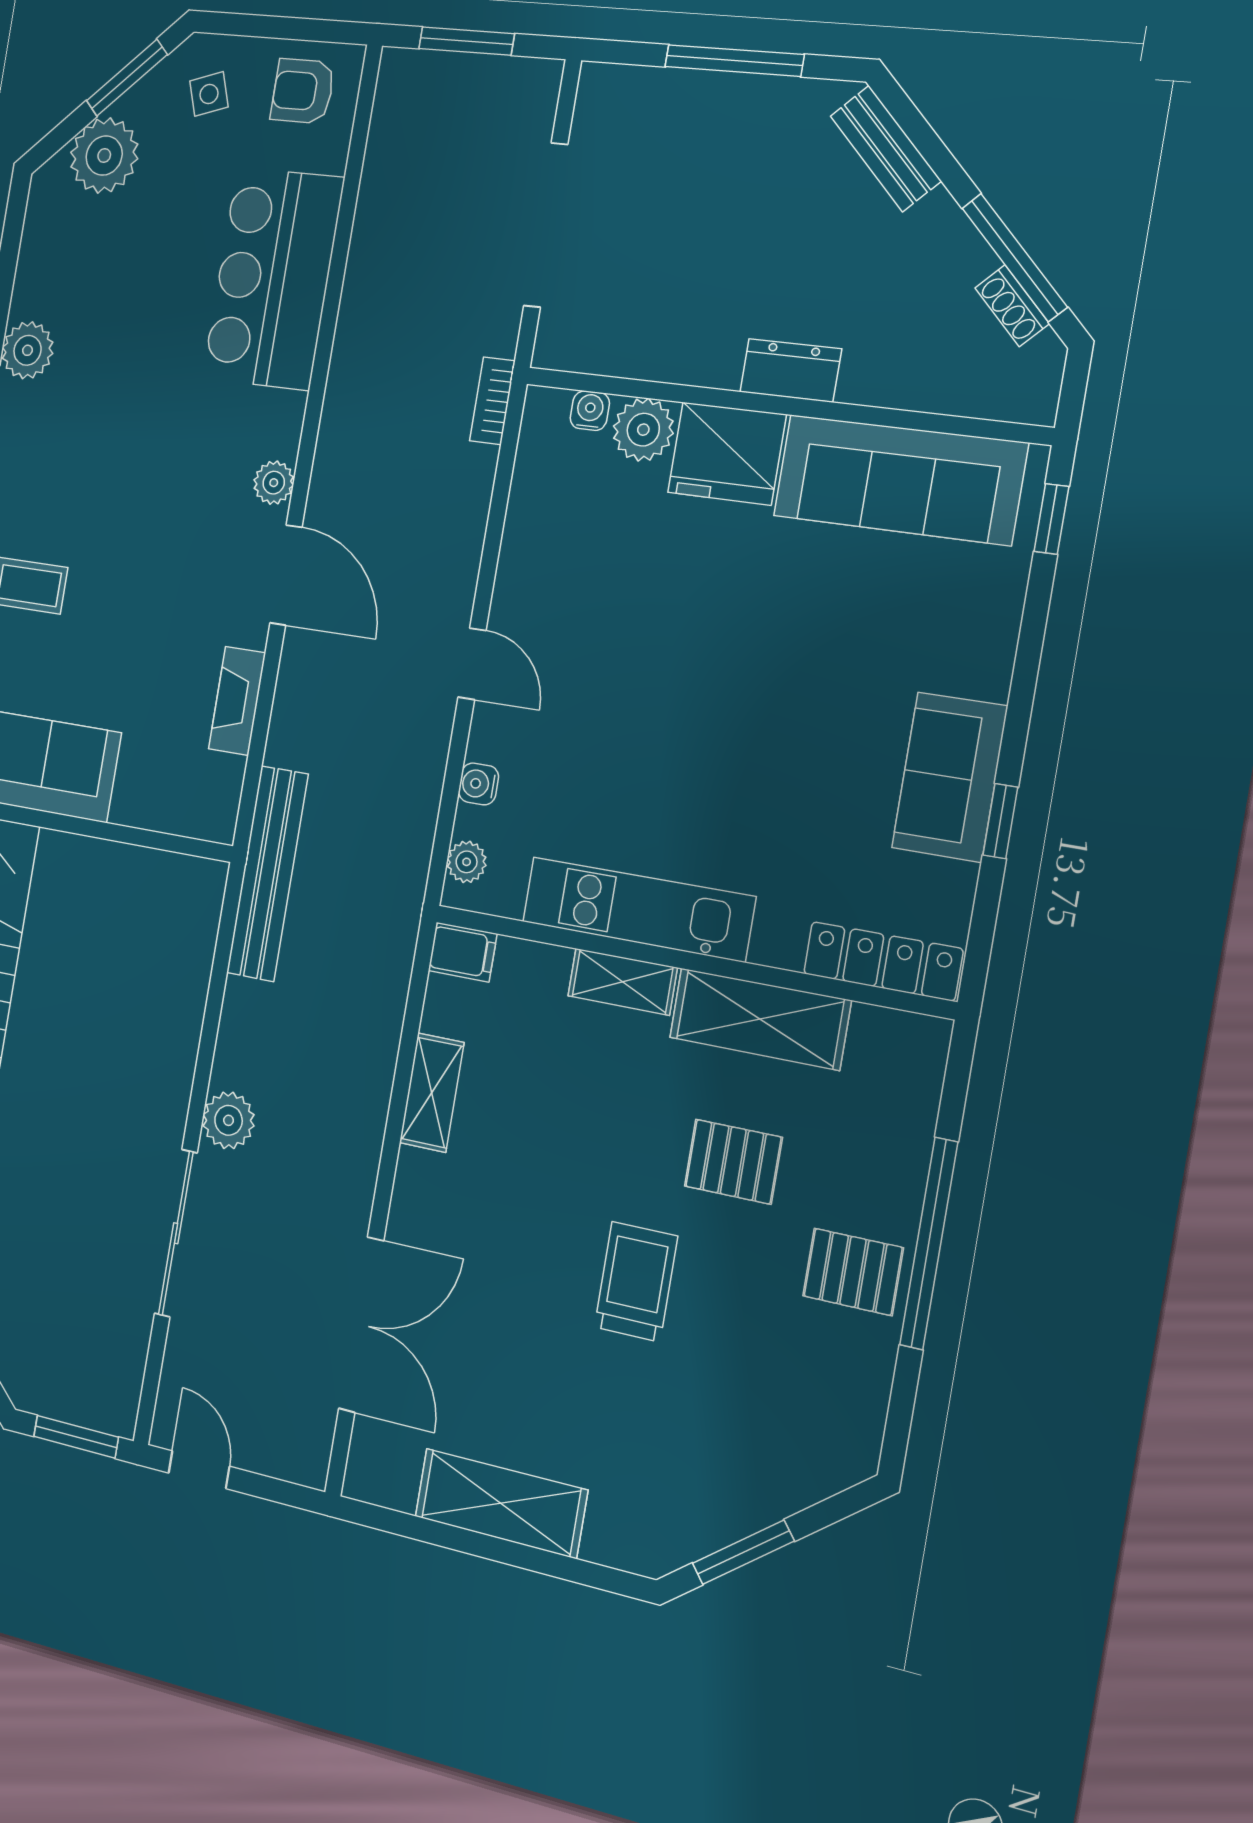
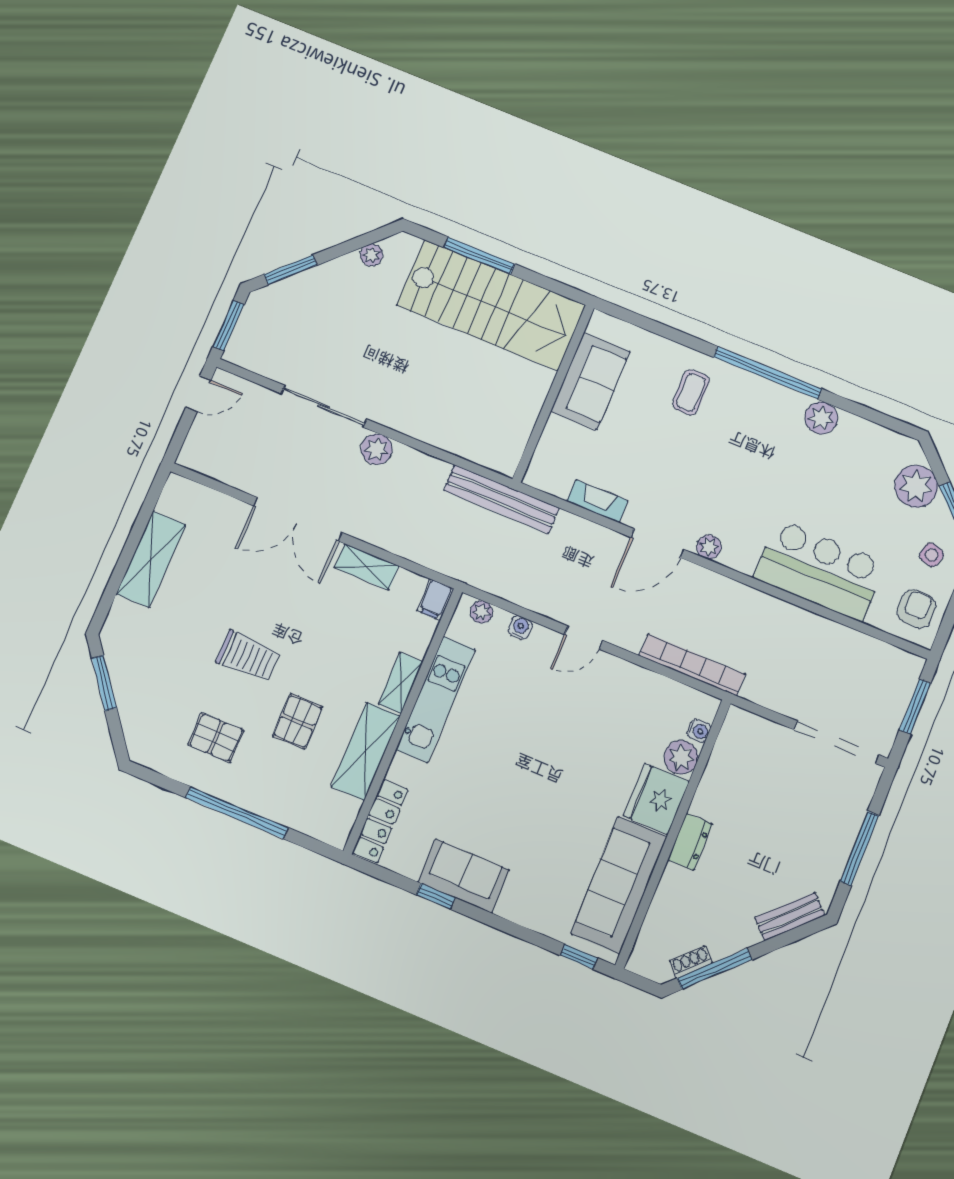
side table: (209, 94) -> (932, 555), turned 35
doorway: (546, 225) -> (837, 742), moved
bookcase: (492, 401) -> (692, 665), width x2.31, depth x1.31
pallet: (853, 1272) -> (216, 738), moved, turned 90
double door: (361, 1325) -> (298, 519), moved

